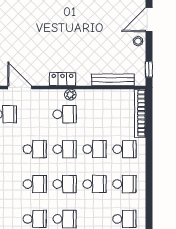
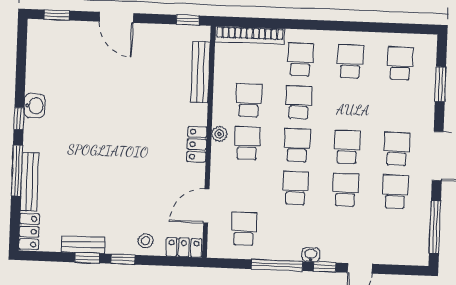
stool: (138, 41) -> (147, 34), removed
school desk: (94, 184) -> (249, 100), moved

